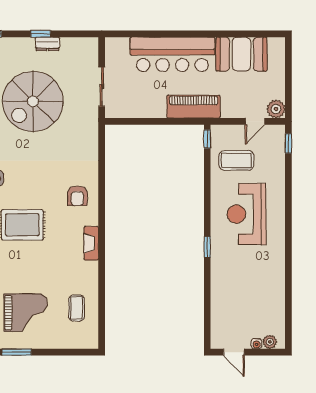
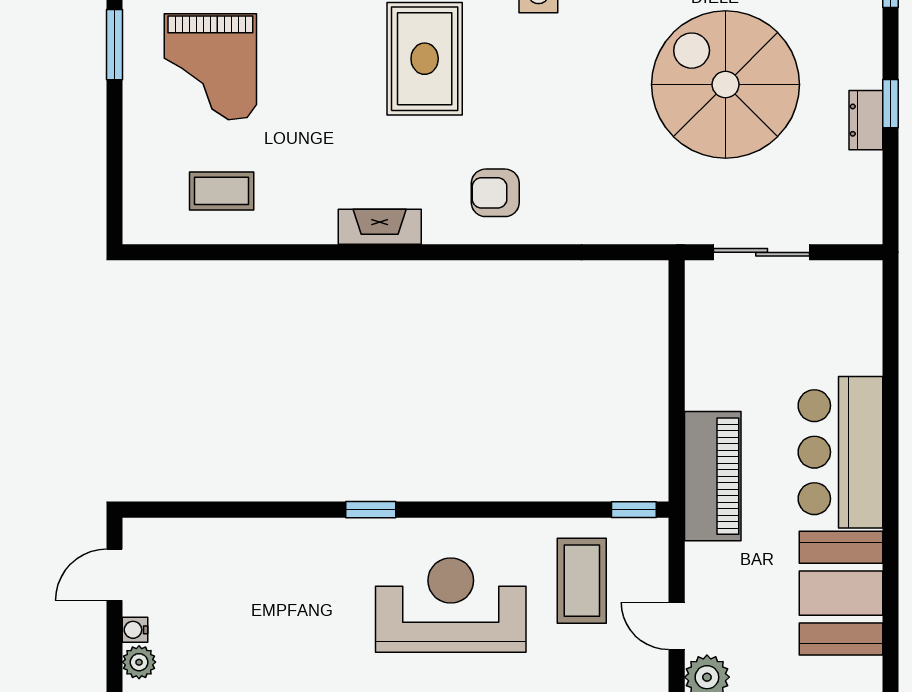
bar counter: (172, 54) -> (840, 452), width x0.73

